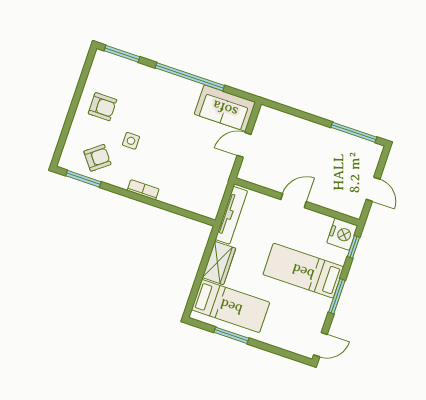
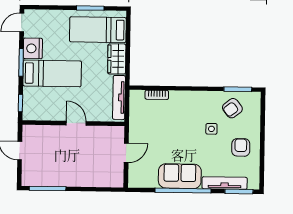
tv unit: (136, 70) -> (225, 183), added
armchair: (102, 107) -> (241, 147), turned 90
sofa: (225, 108) -> (180, 176), moved
bookcase: (143, 190) -> (157, 95), moved
door: (294, 201) -> (76, 123), swing flipped
nightstand: (342, 234) -> (33, 48), moved

